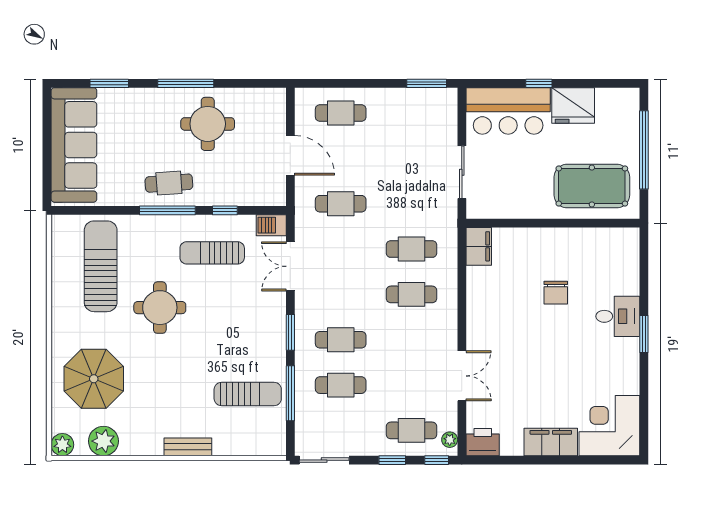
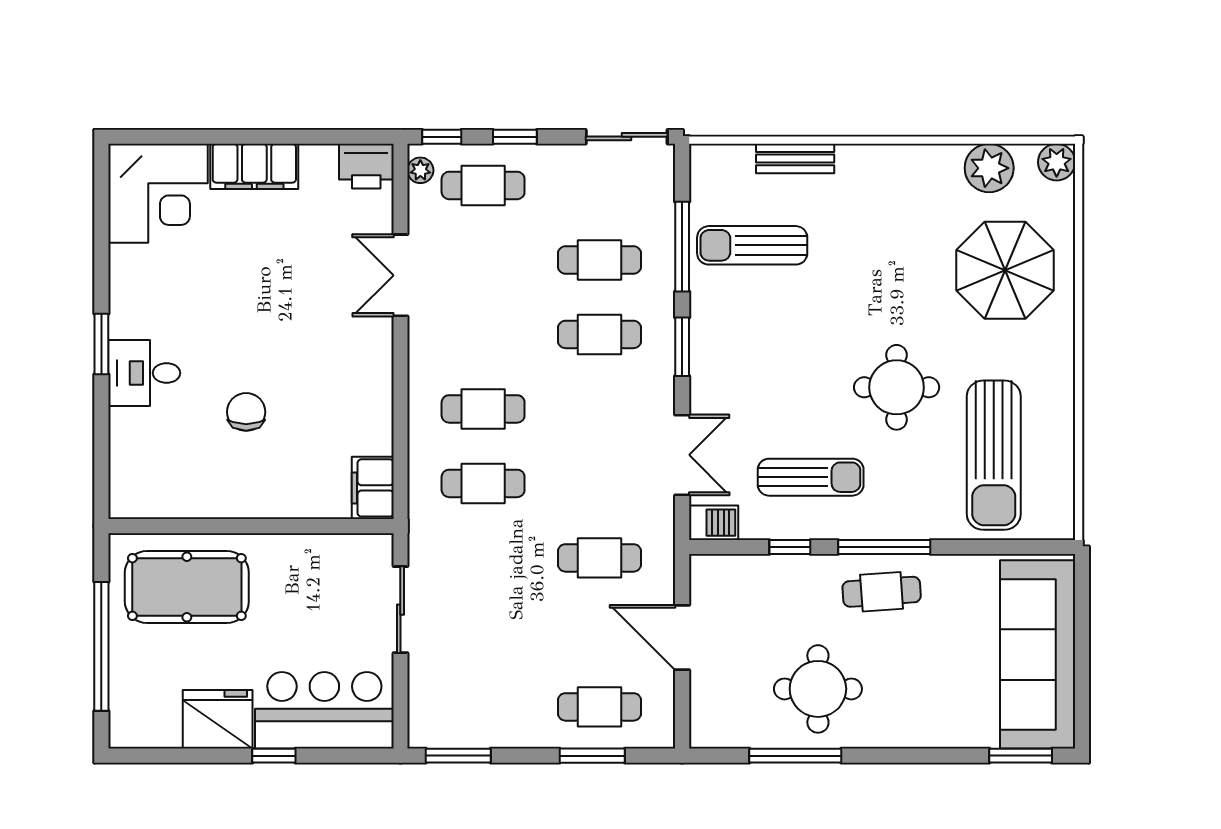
window: (109, 83) -> (1021, 756), moved
window: (186, 83) -> (795, 756), moved
window: (345, 83) -> (592, 756), added
bench: (188, 447) -> (795, 159), moved

